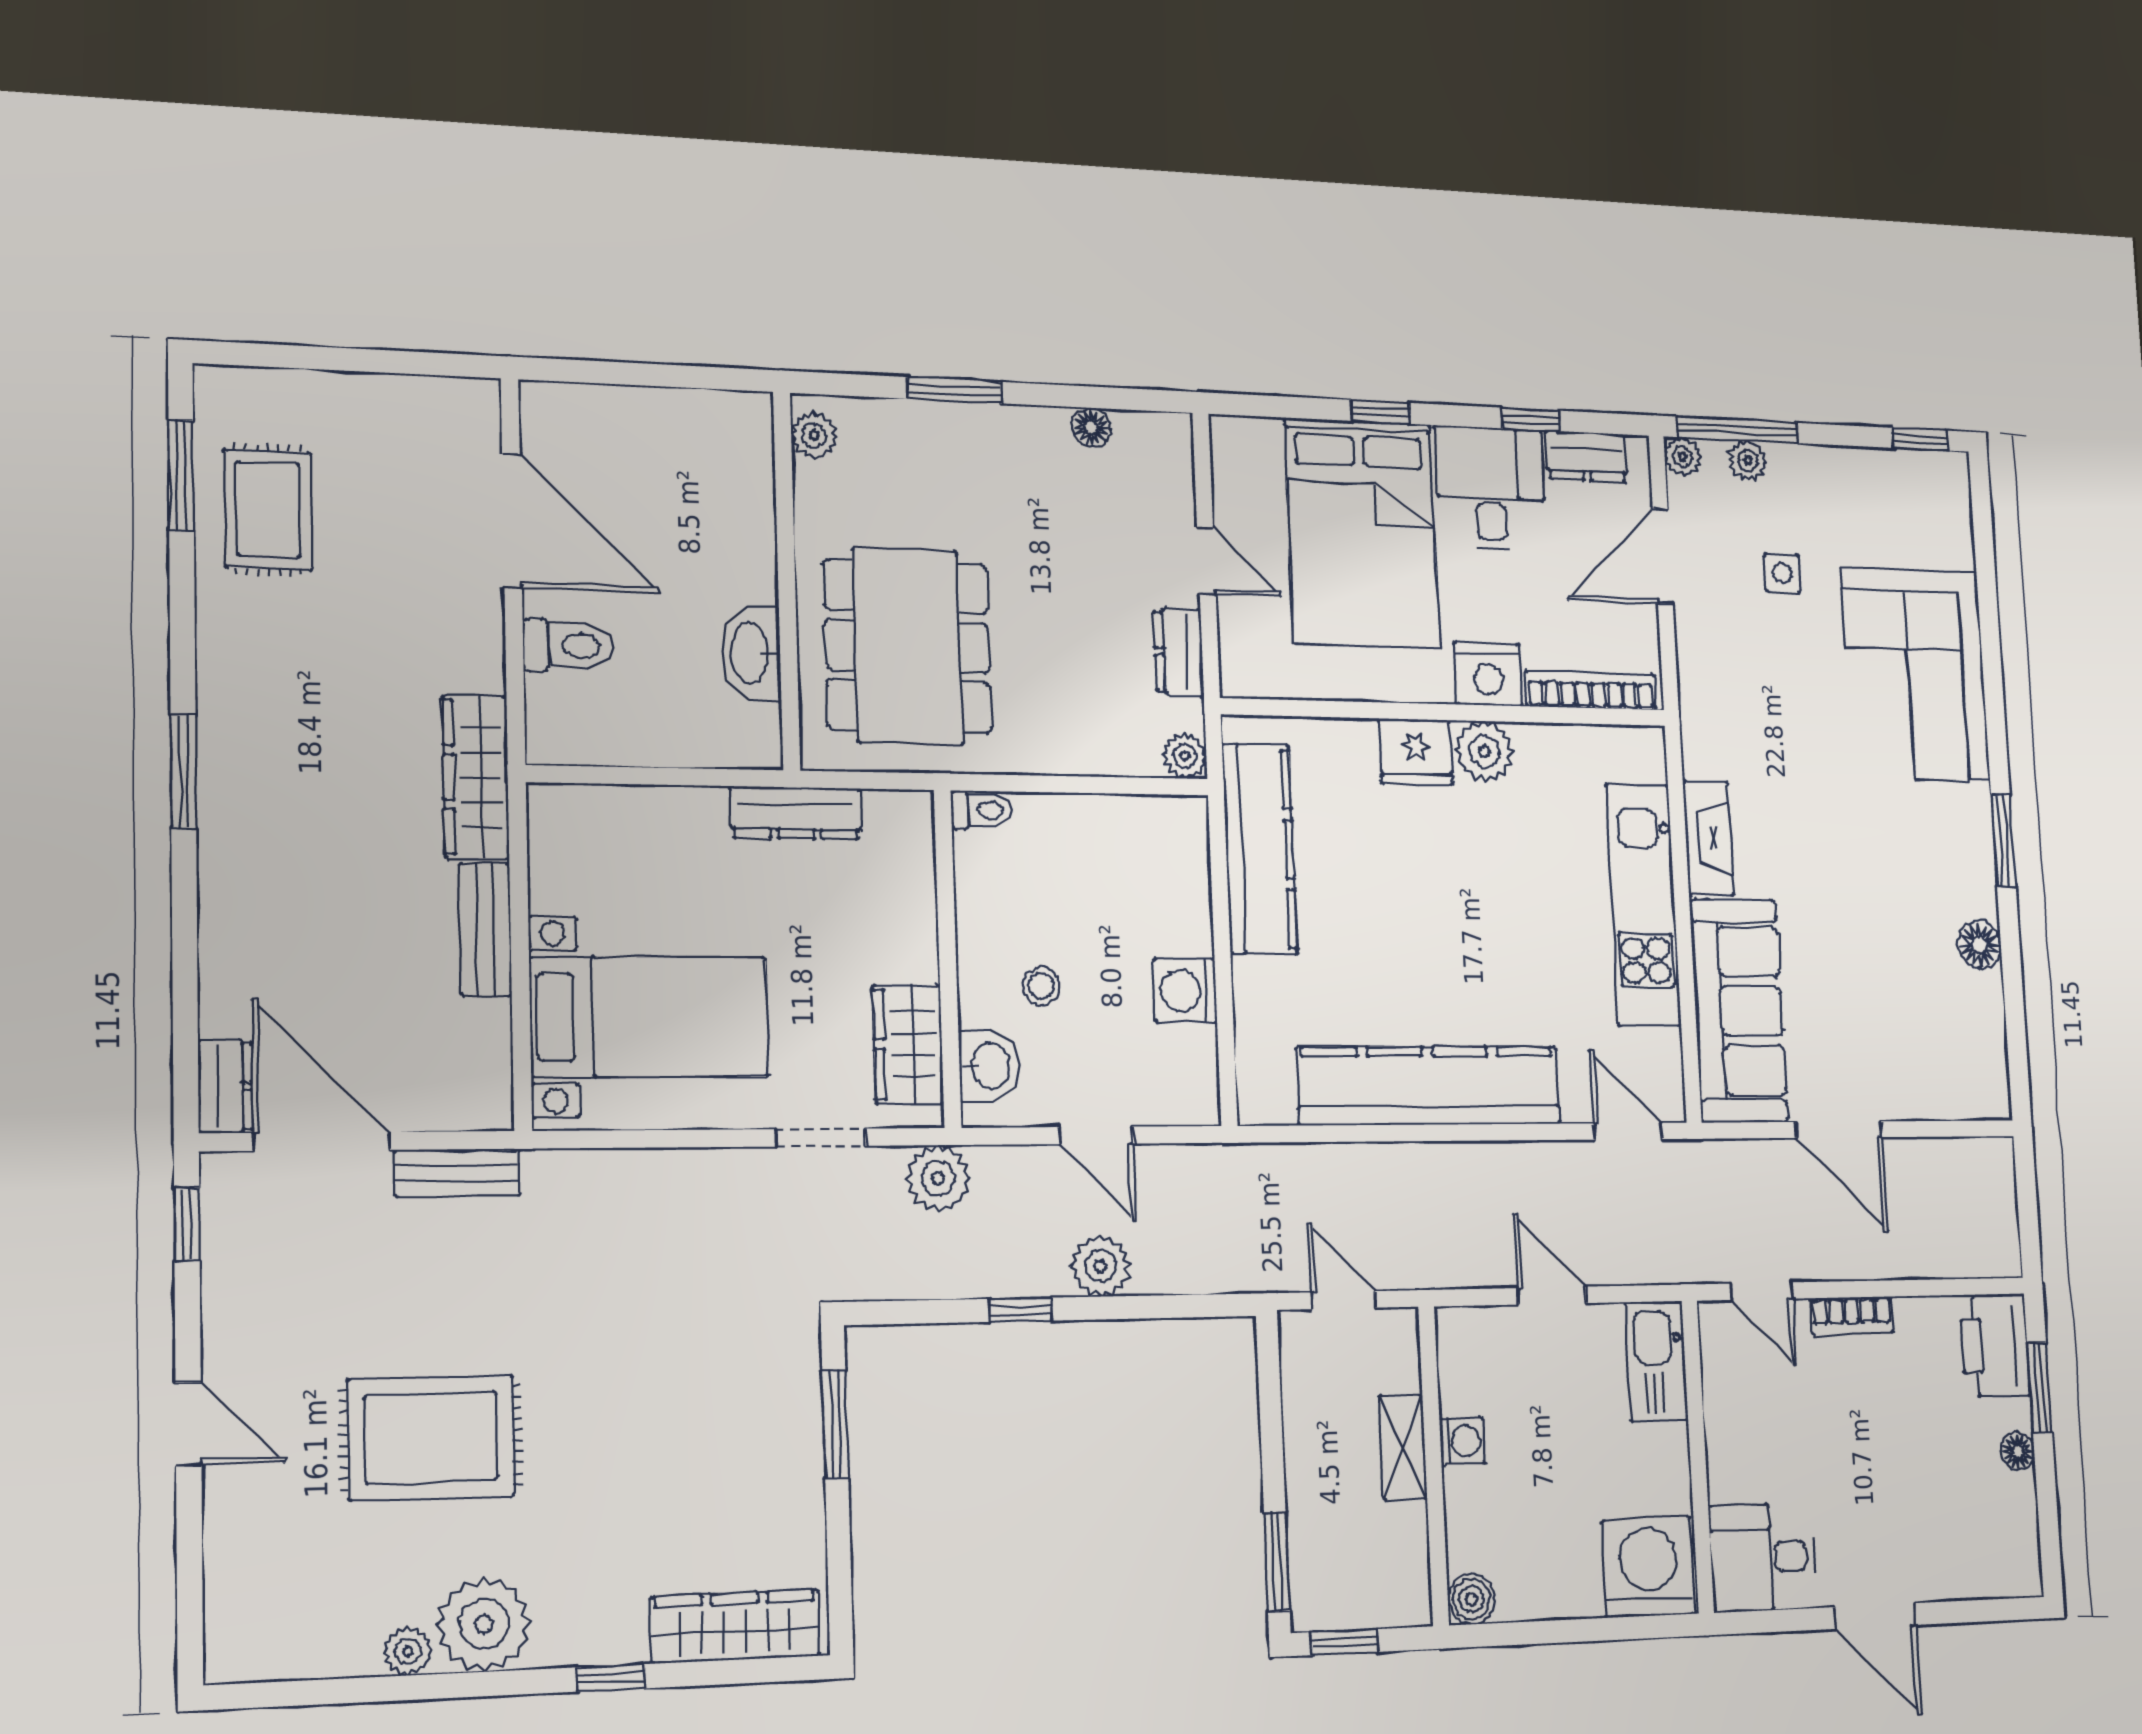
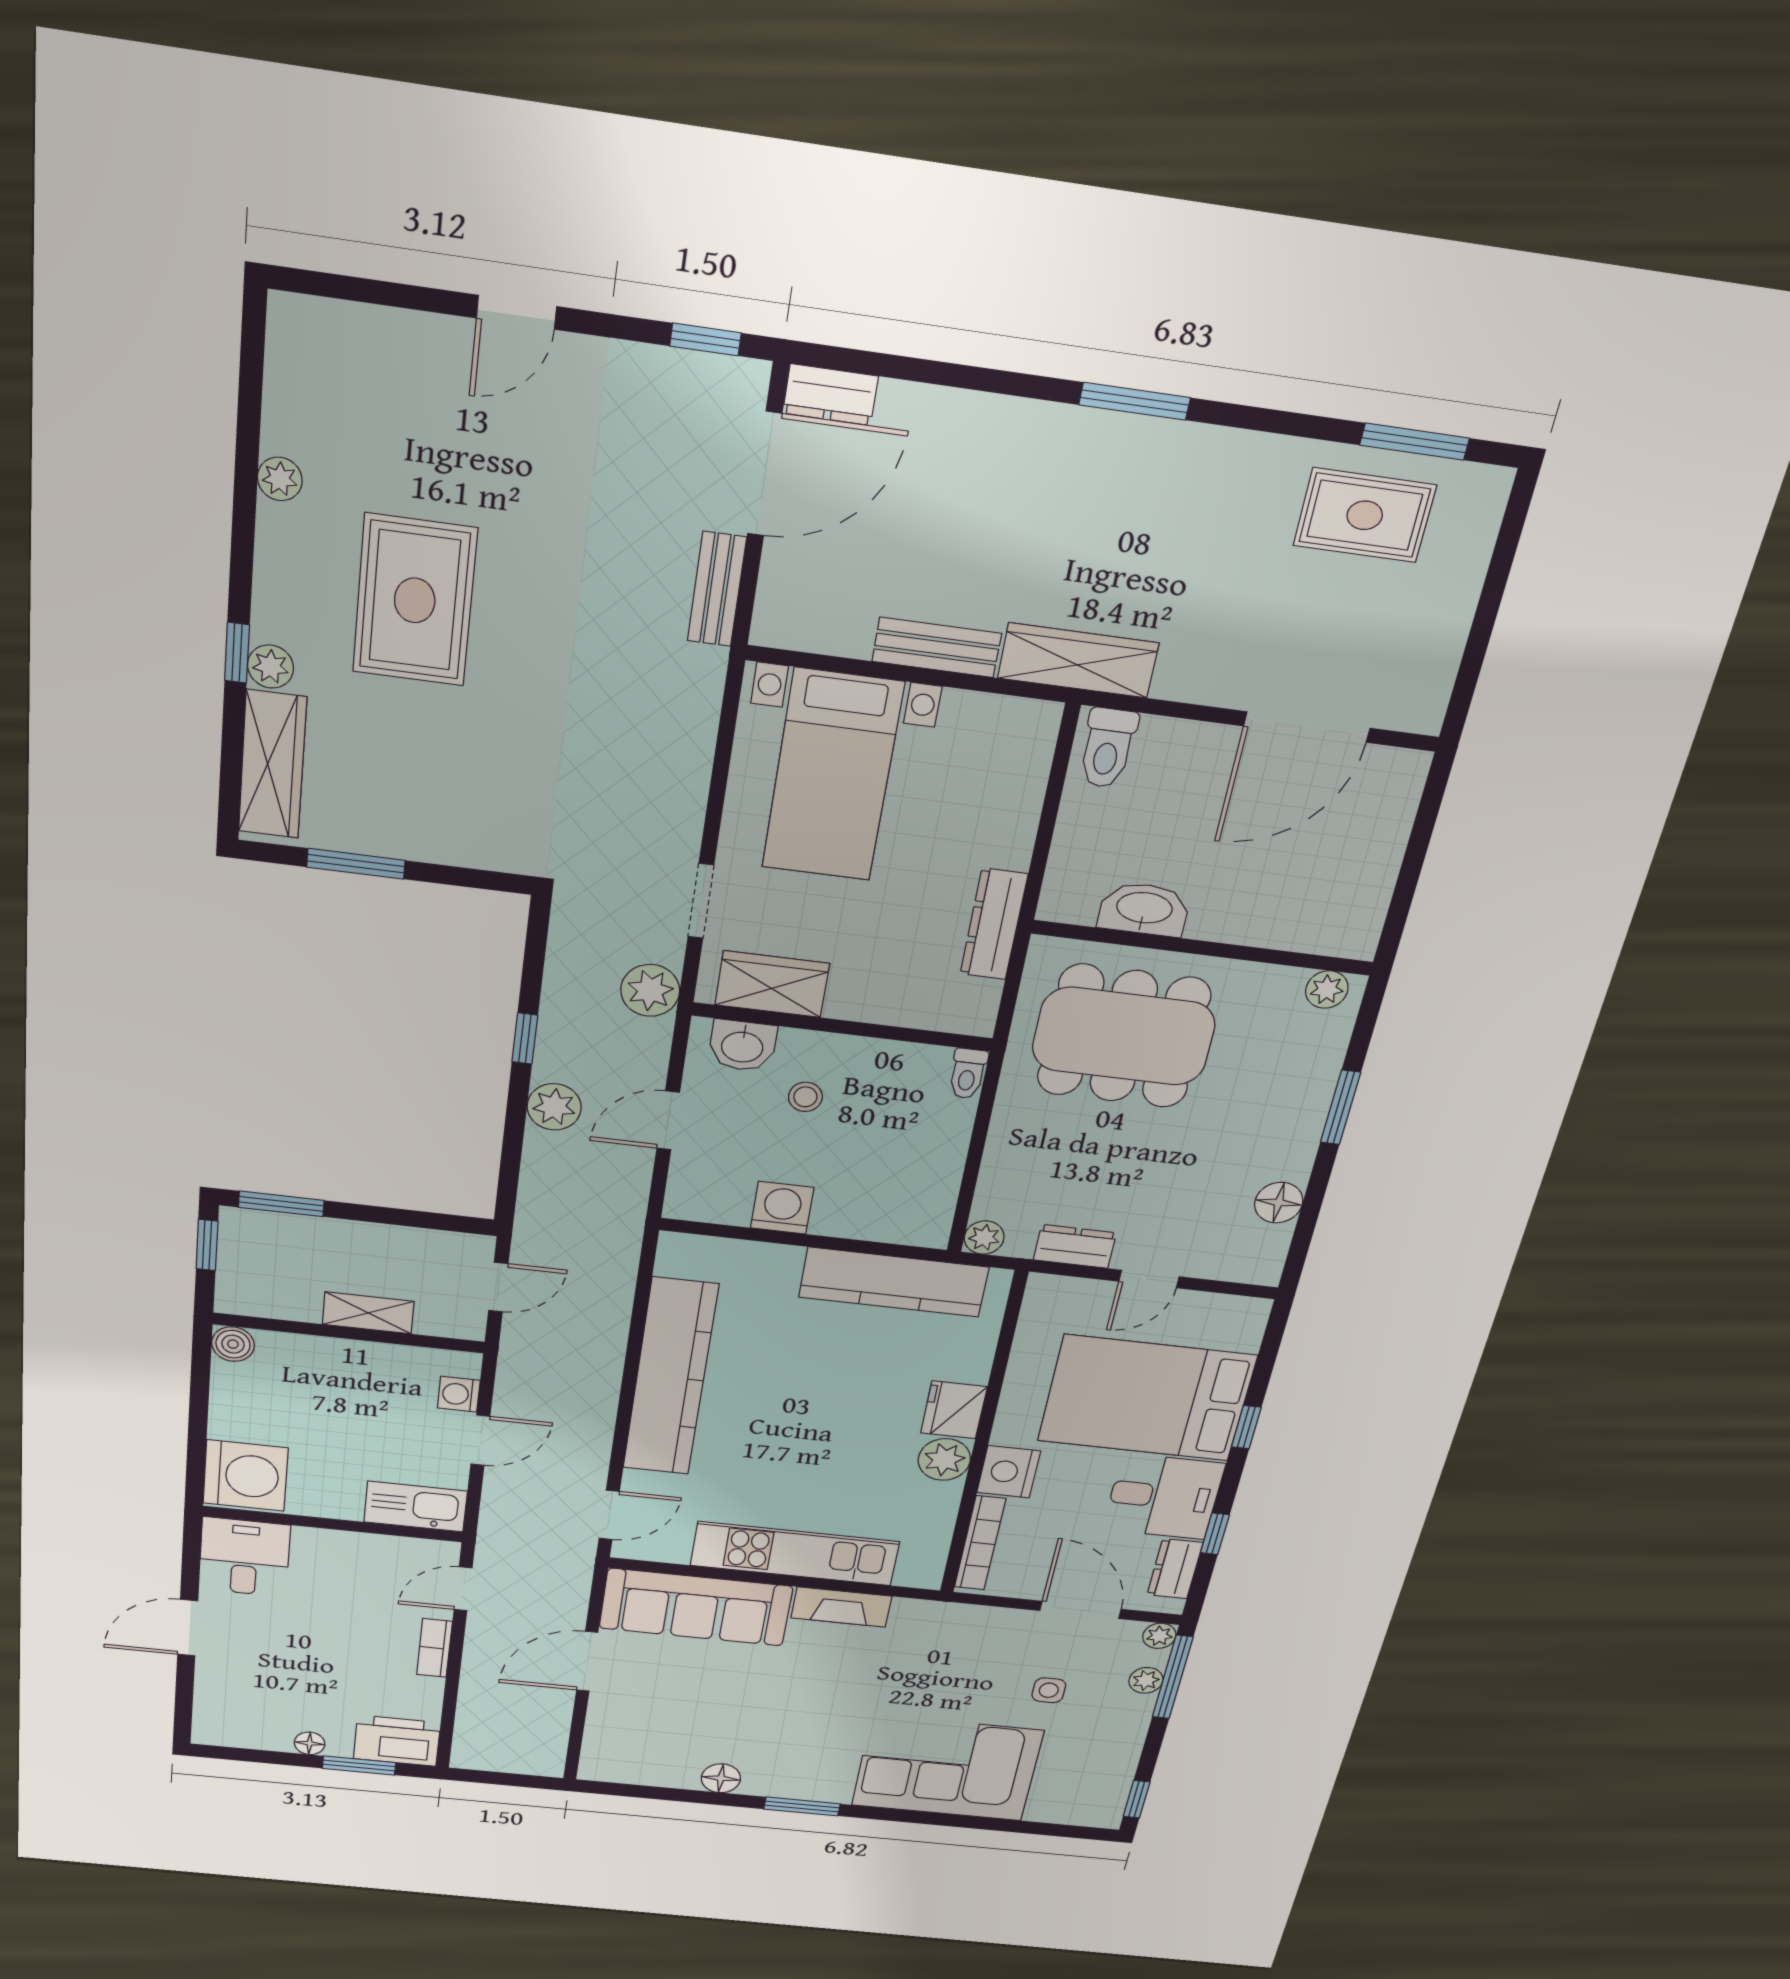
floor lamp: (1091, 427) -> (1279, 1203), width x1.37, depth x1.37
toilet: (568, 646) -> (1107, 748), moved
window: (835, 1424) -> (356, 864), moved
rug: (431, 1438) -> (415, 600), moved
washing machine: (1462, 1441) -> (459, 1394), moved, turned 90
plant: (484, 1624) -> (270, 667), moved, width x0.53, depth x0.53

